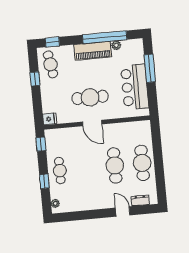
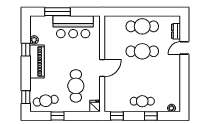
window: (105, 37) -> (26, 50), width x0.32
cafe table: (90, 97) -> (76, 86), moved

